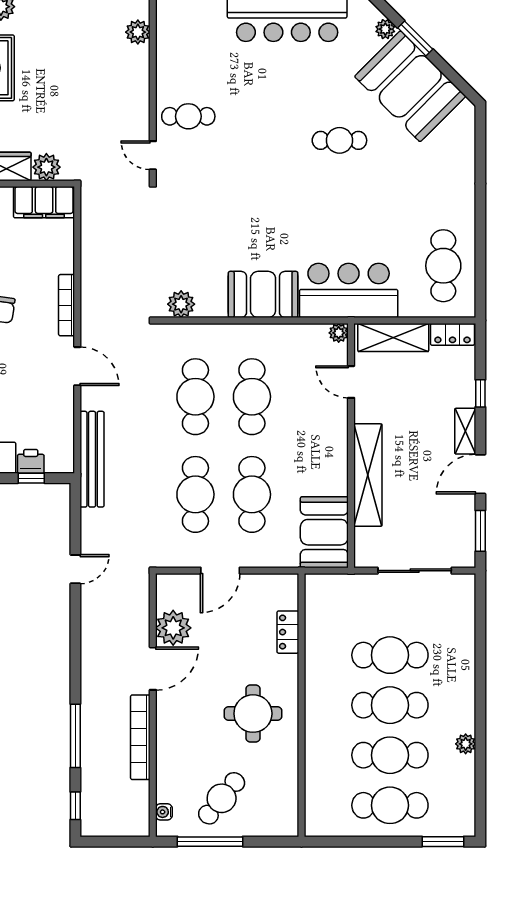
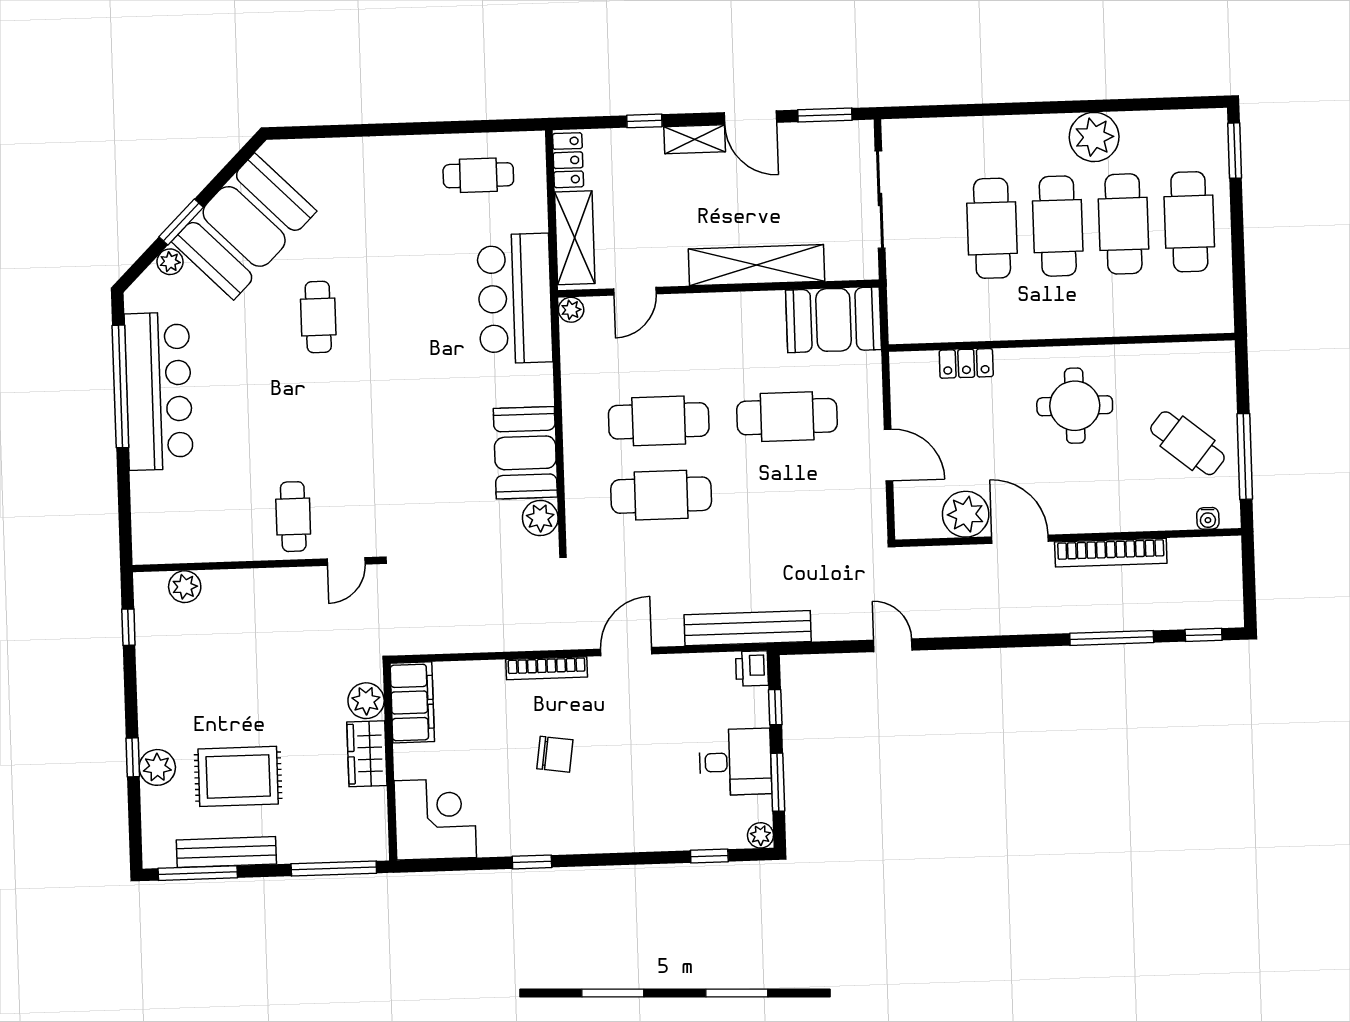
cafe table: (443, 266) -> (478, 175), width x0.73, depth x0.74
booth: (263, 294) -> (525, 453), moved
printer: (31, 461) -> (752, 668), moved
cafe table: (195, 494) -> (789, 491), removed
plant: (466, 744) -> (1094, 137), width x1.87, depth x1.87

